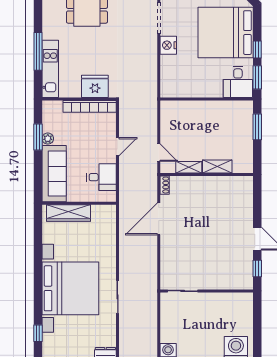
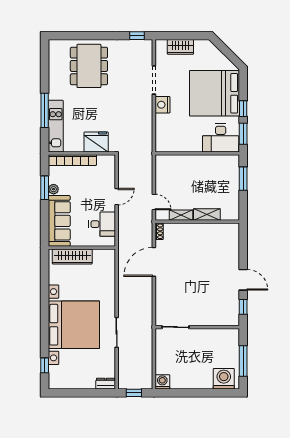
desk: (238, 82) -> (221, 138), width x1.37
bookcase: (90, 106) -> (72, 160), moved
window: (257, 328) -> (243, 361), added

